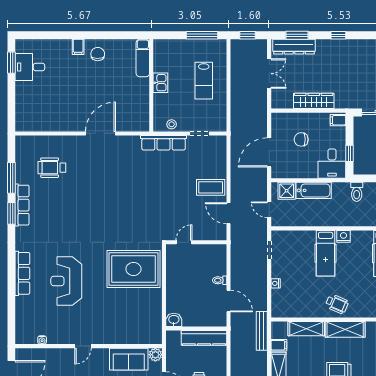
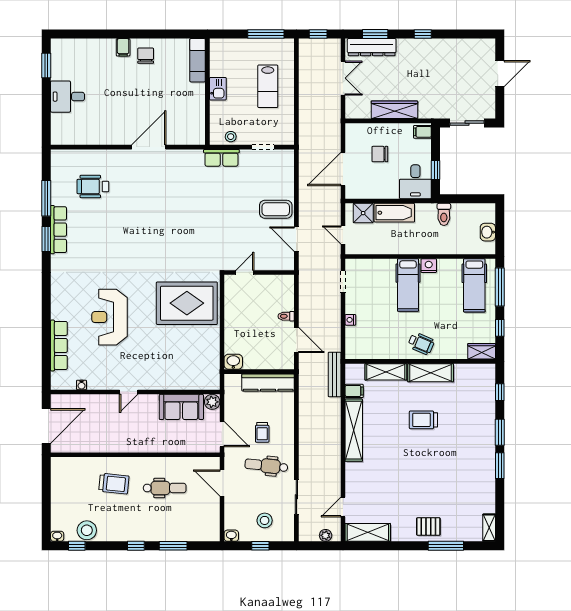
desk: (30, 67) -> (68, 97), moved
row of seats: (164, 143) -> (221, 158), width x0.68
row of seats: (22, 273) -> (59, 345), moved

